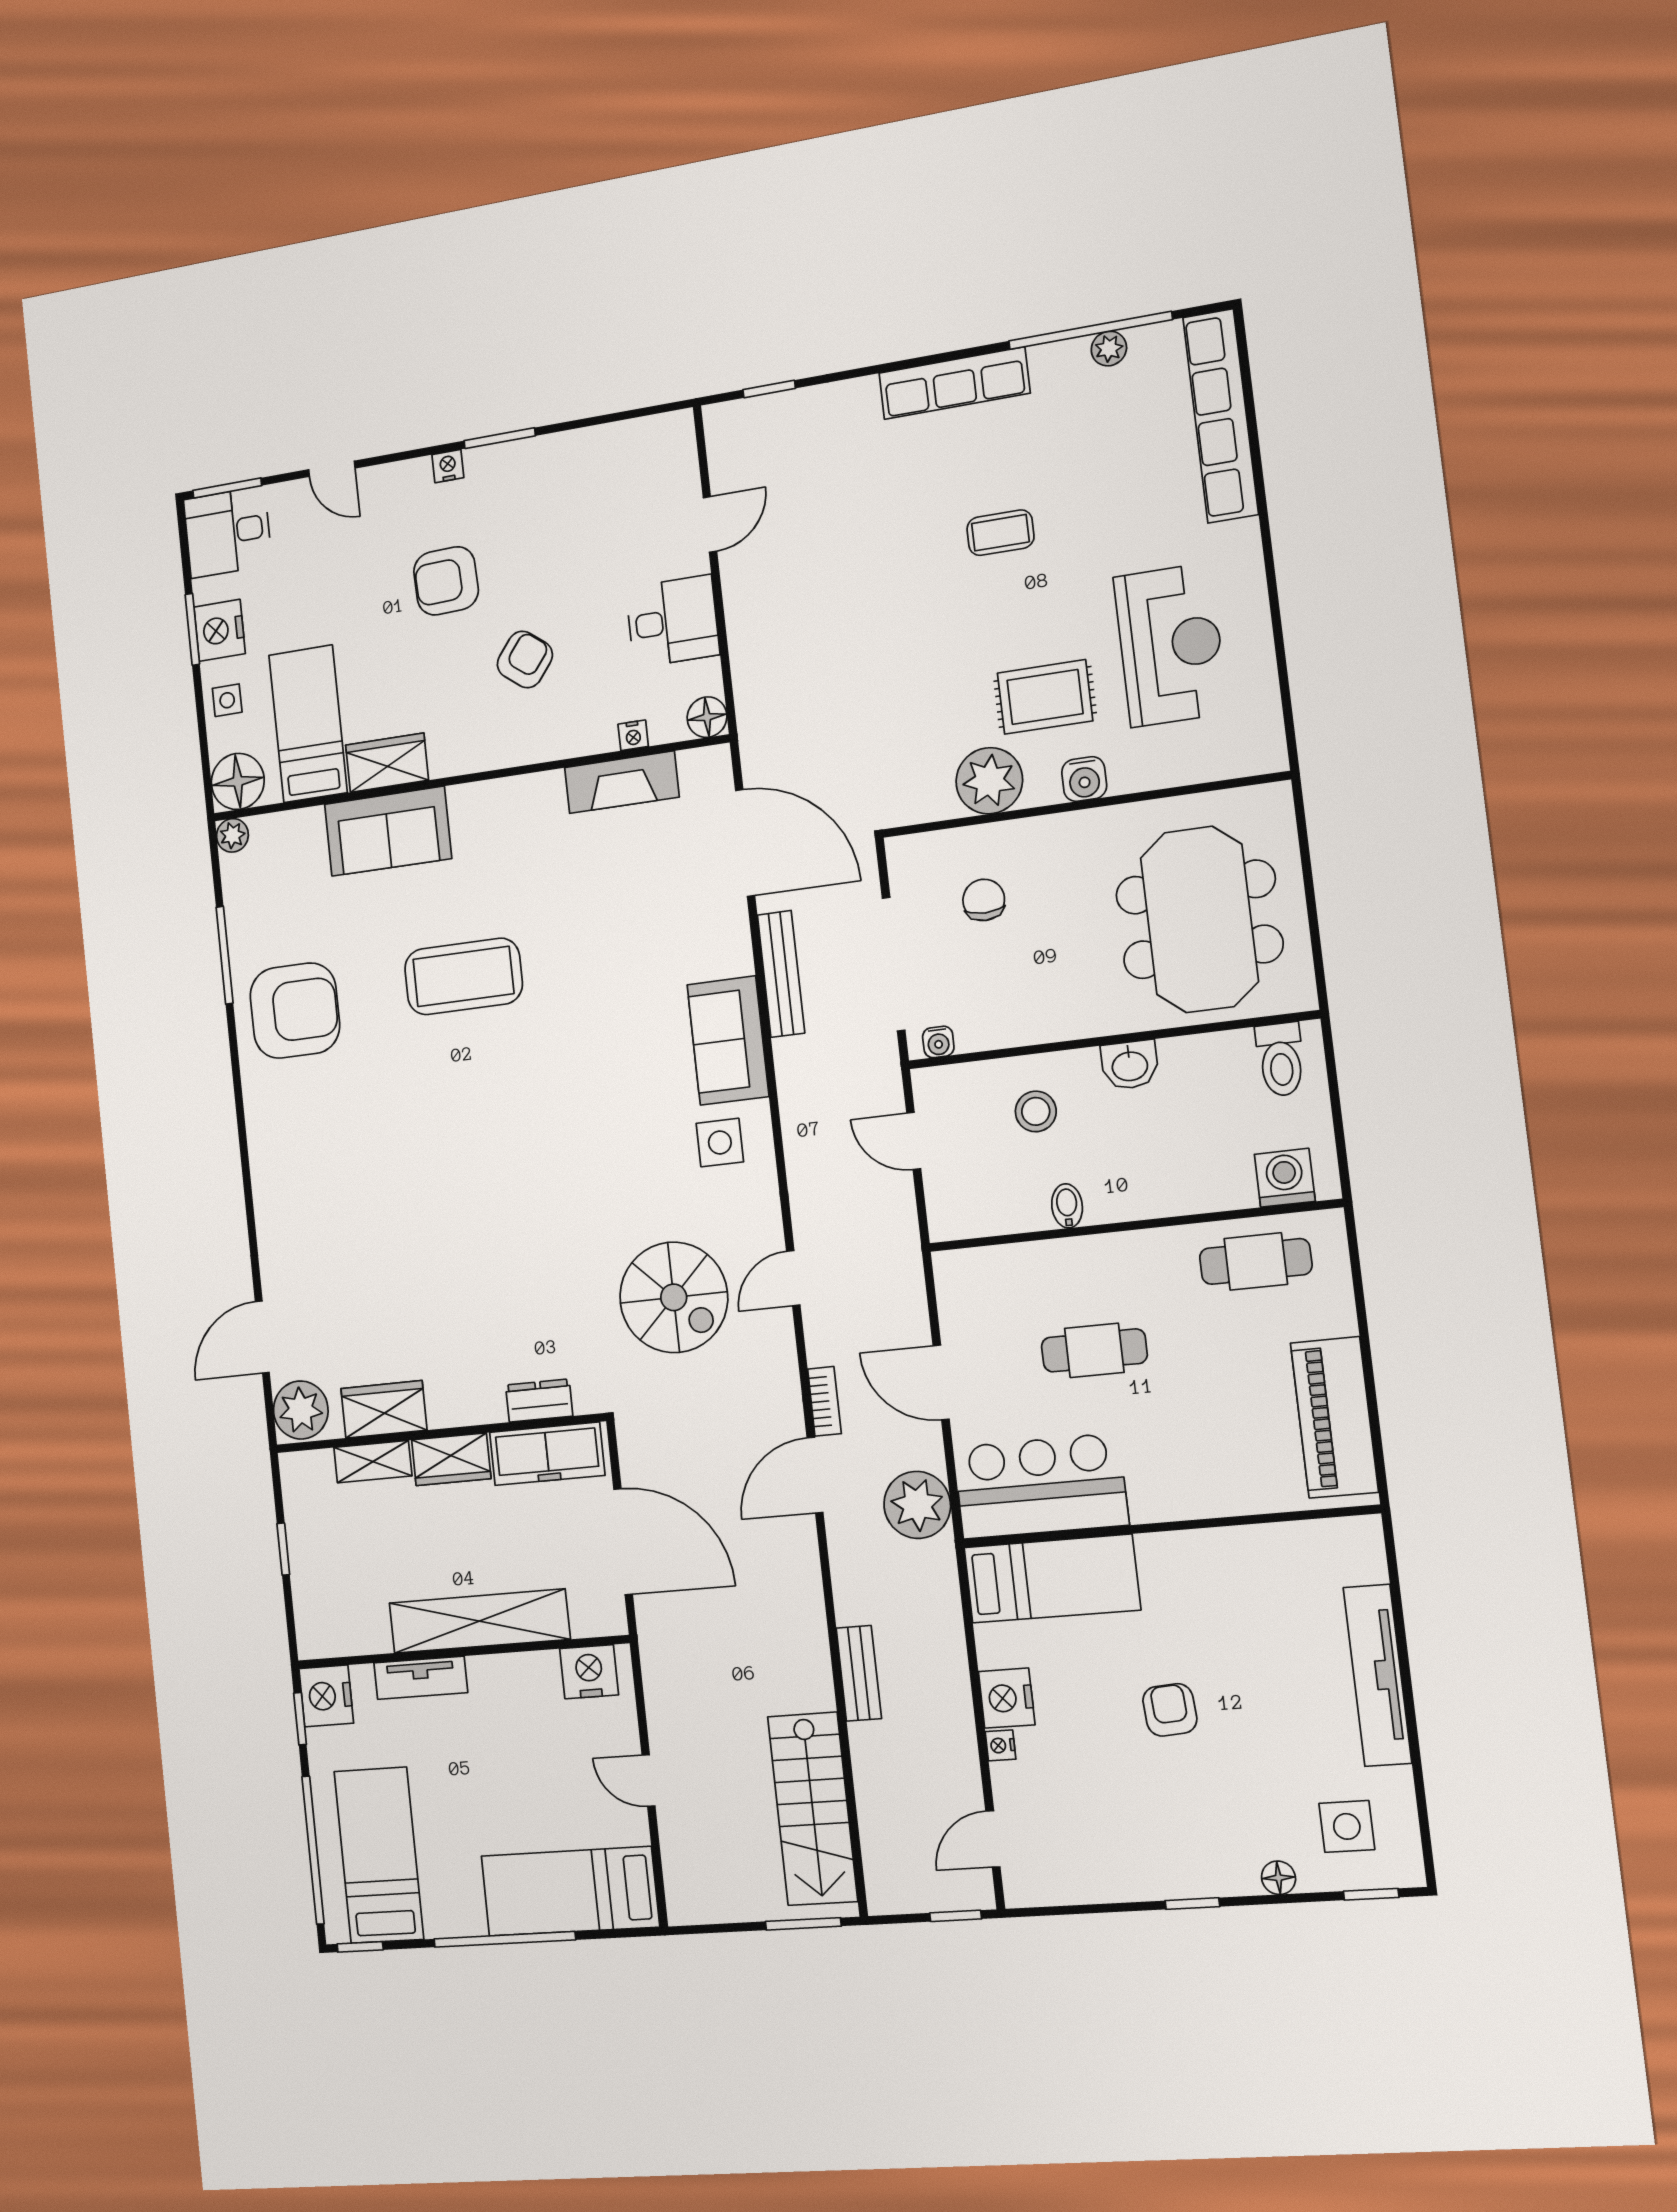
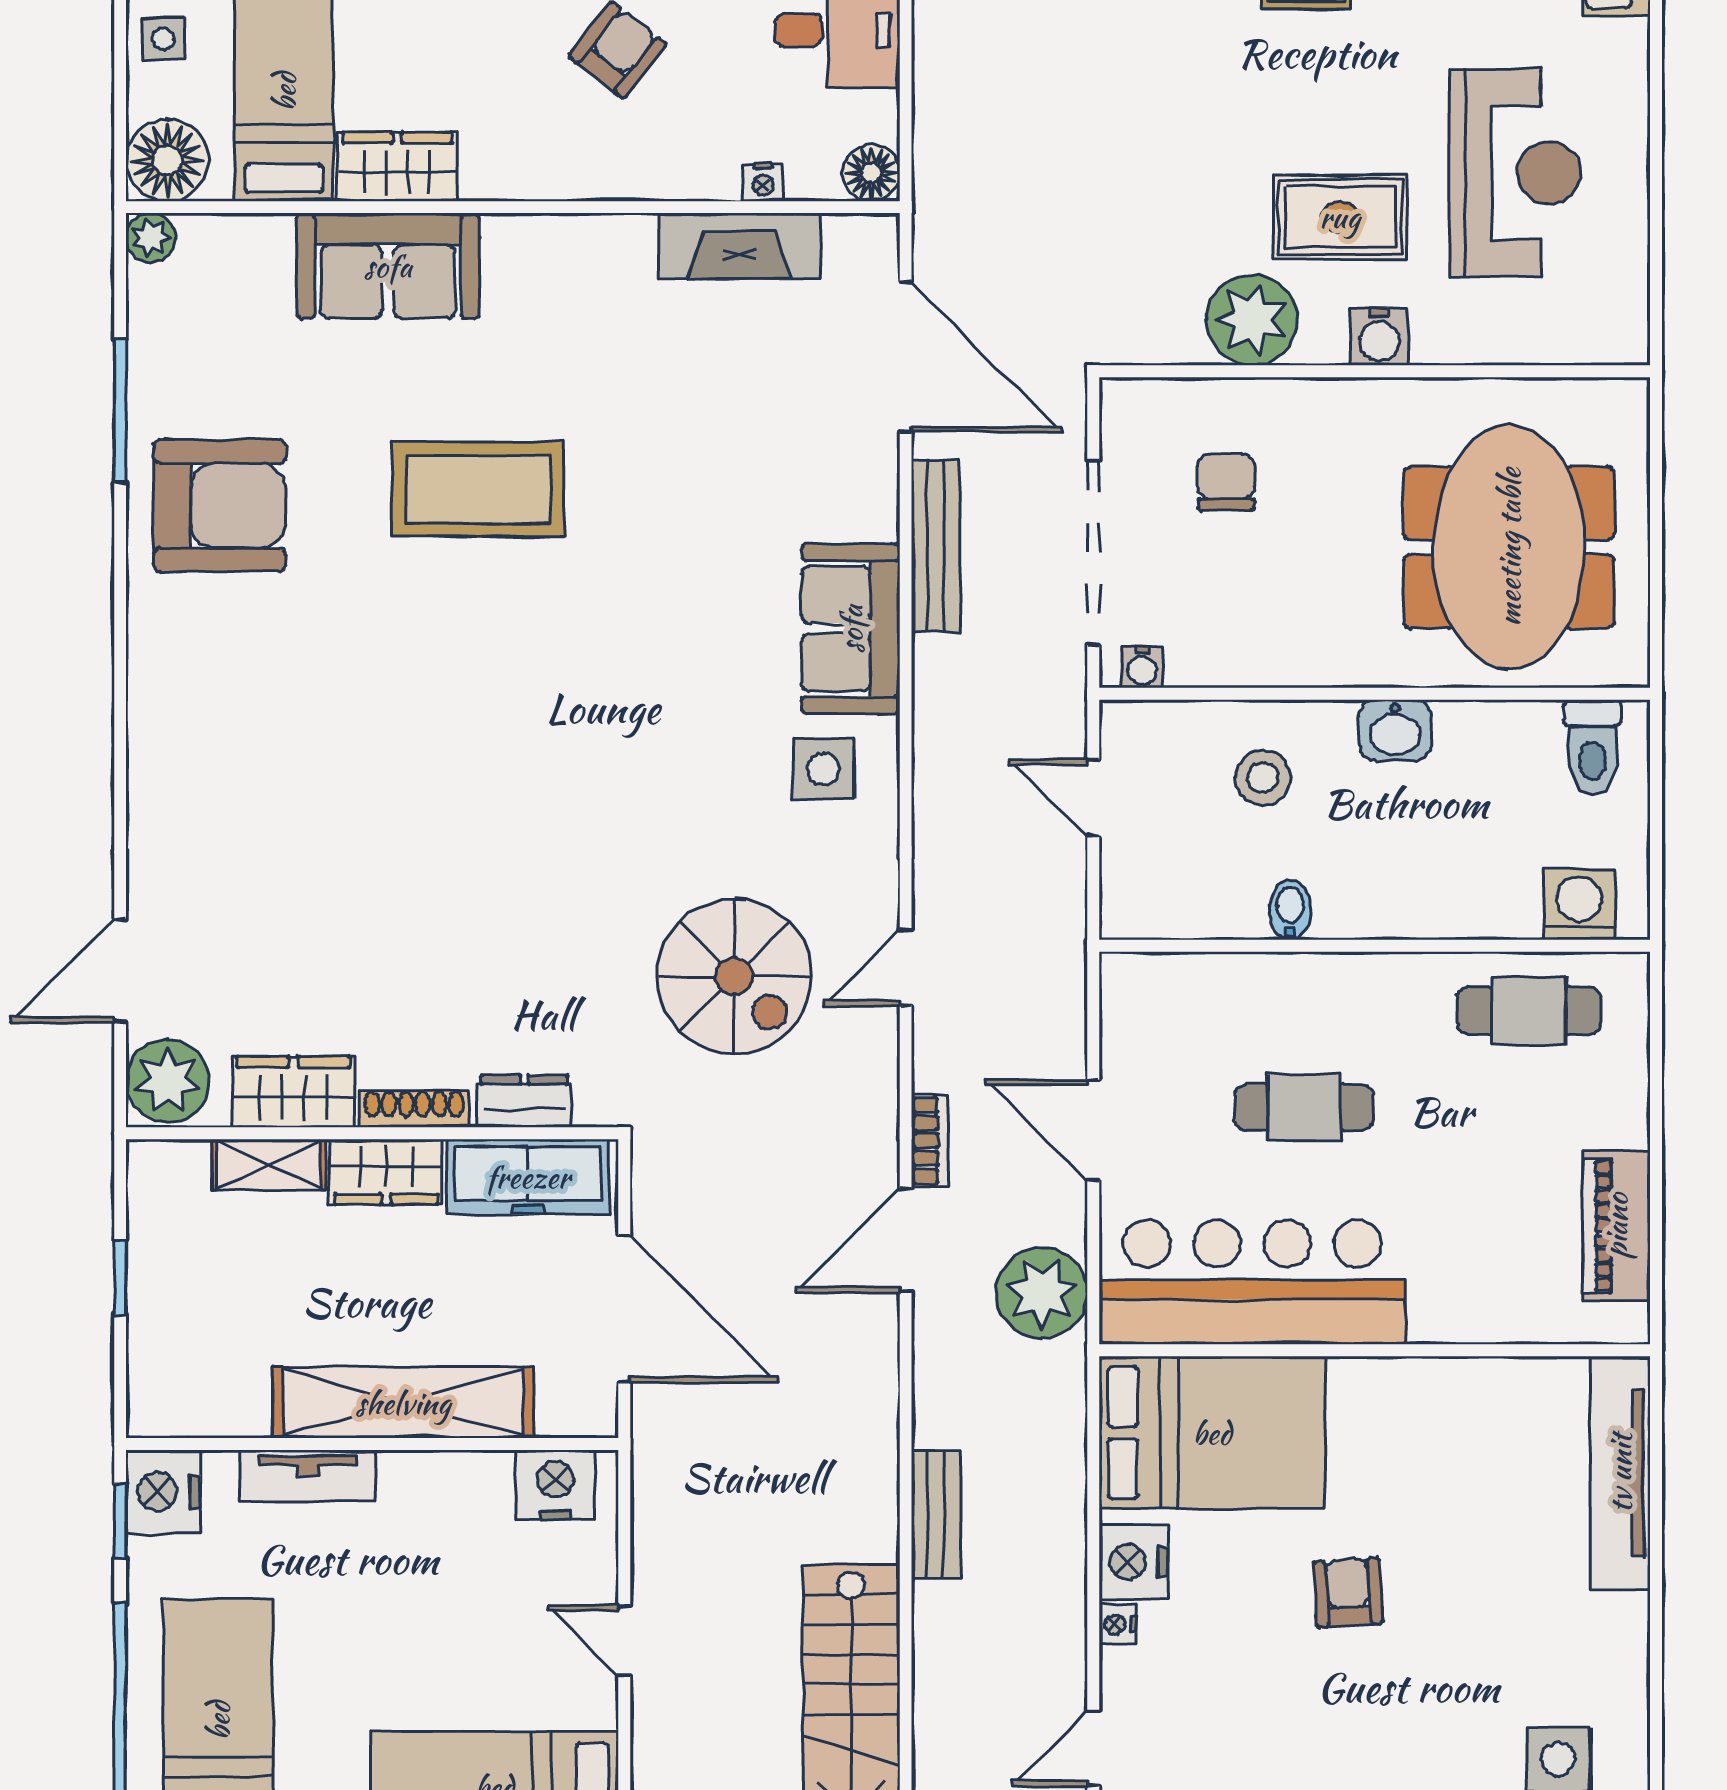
shoe rack: (465, 1413) -> (414, 1109), added
piano: (1334, 1417) -> (1616, 1226), width x0.73, depth x0.75
bar counter: (1041, 1486) -> (1252, 1282), width x1.36
bed: (1052, 1579) -> (1212, 1433), width x1.50
tv unit: (1377, 1675) -> (1620, 1473), moved

